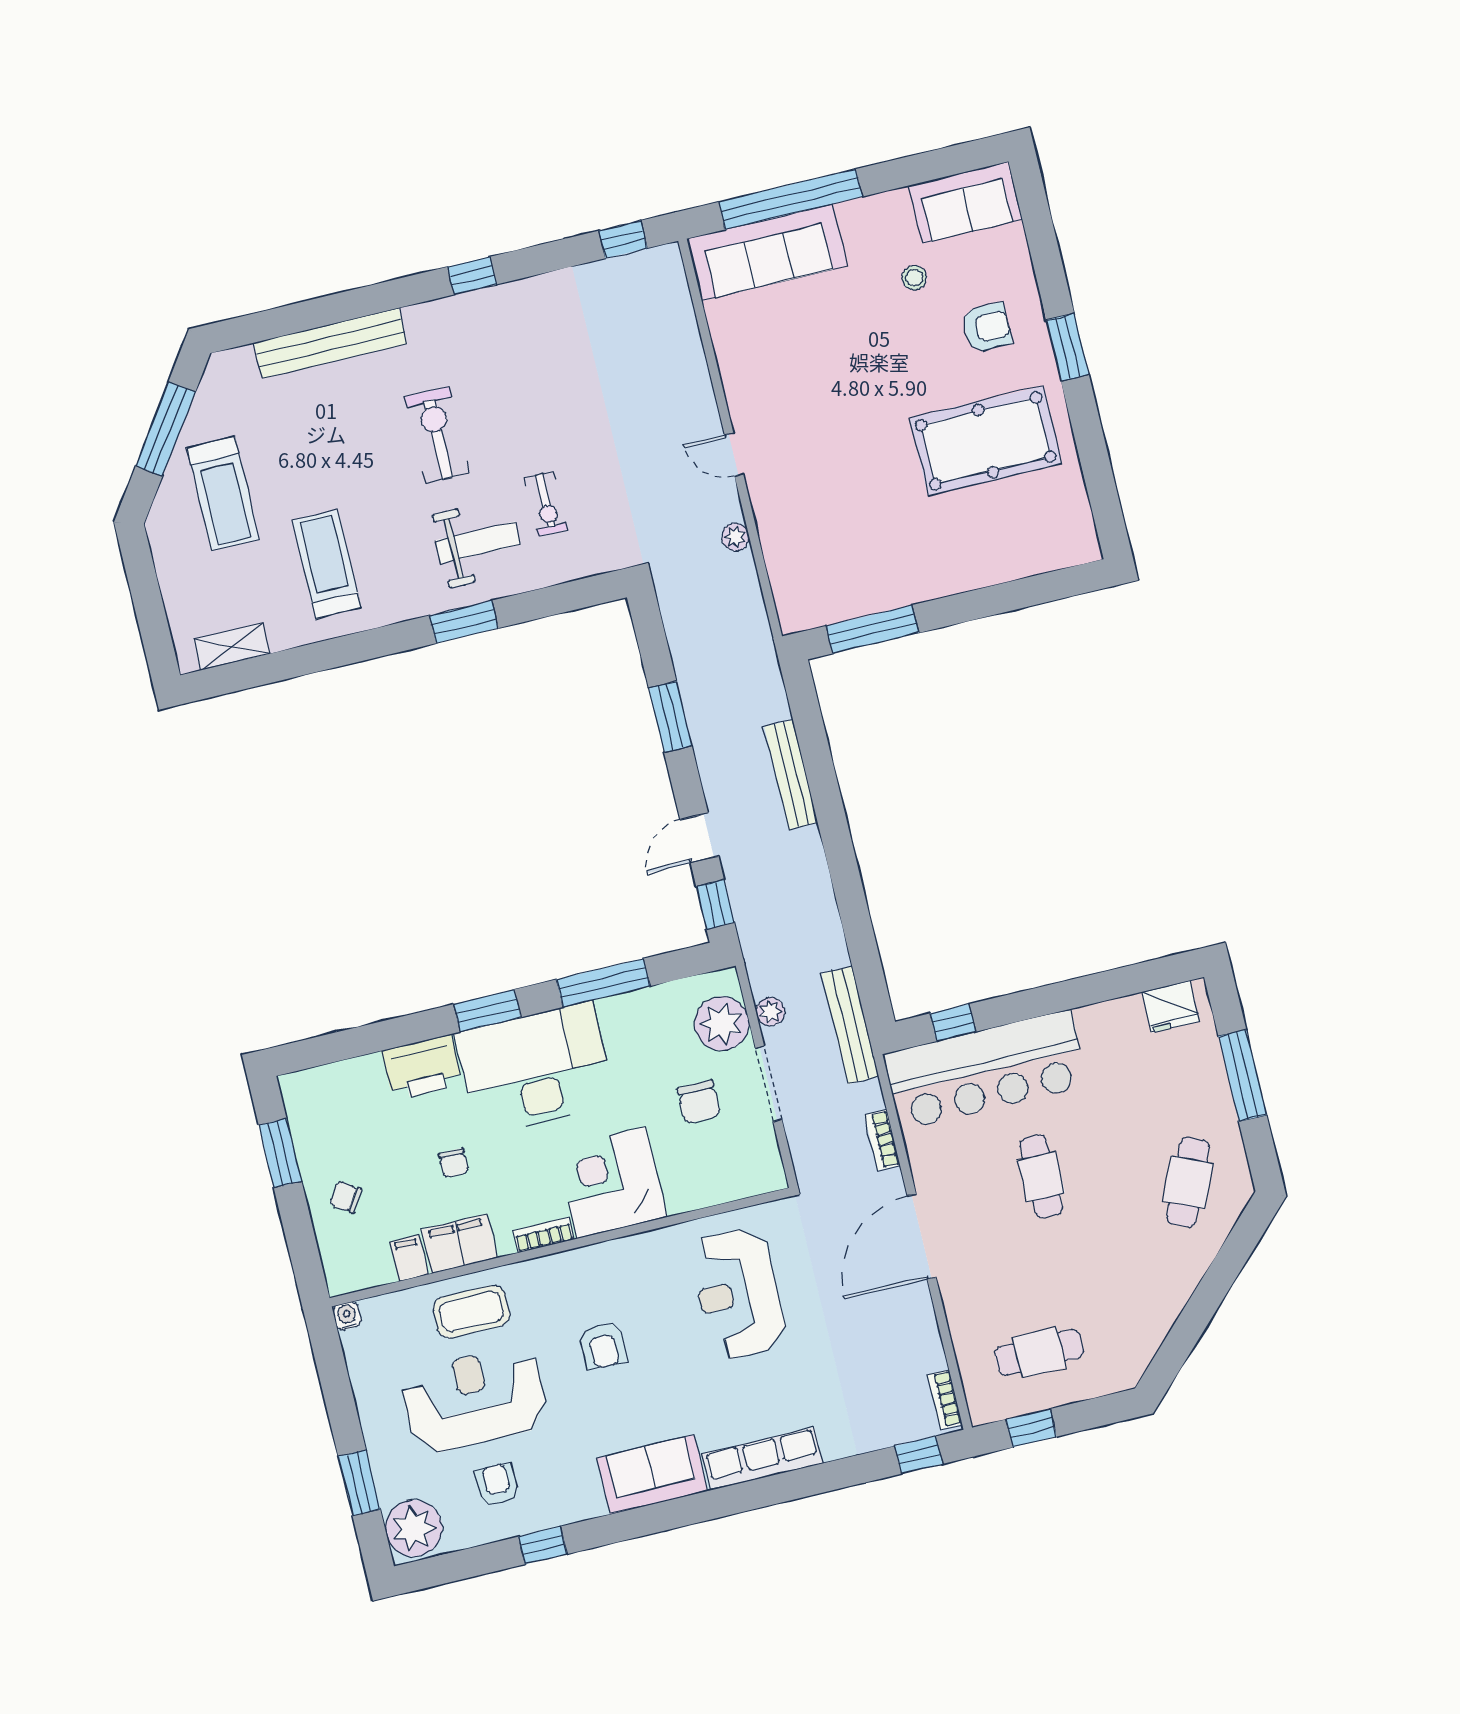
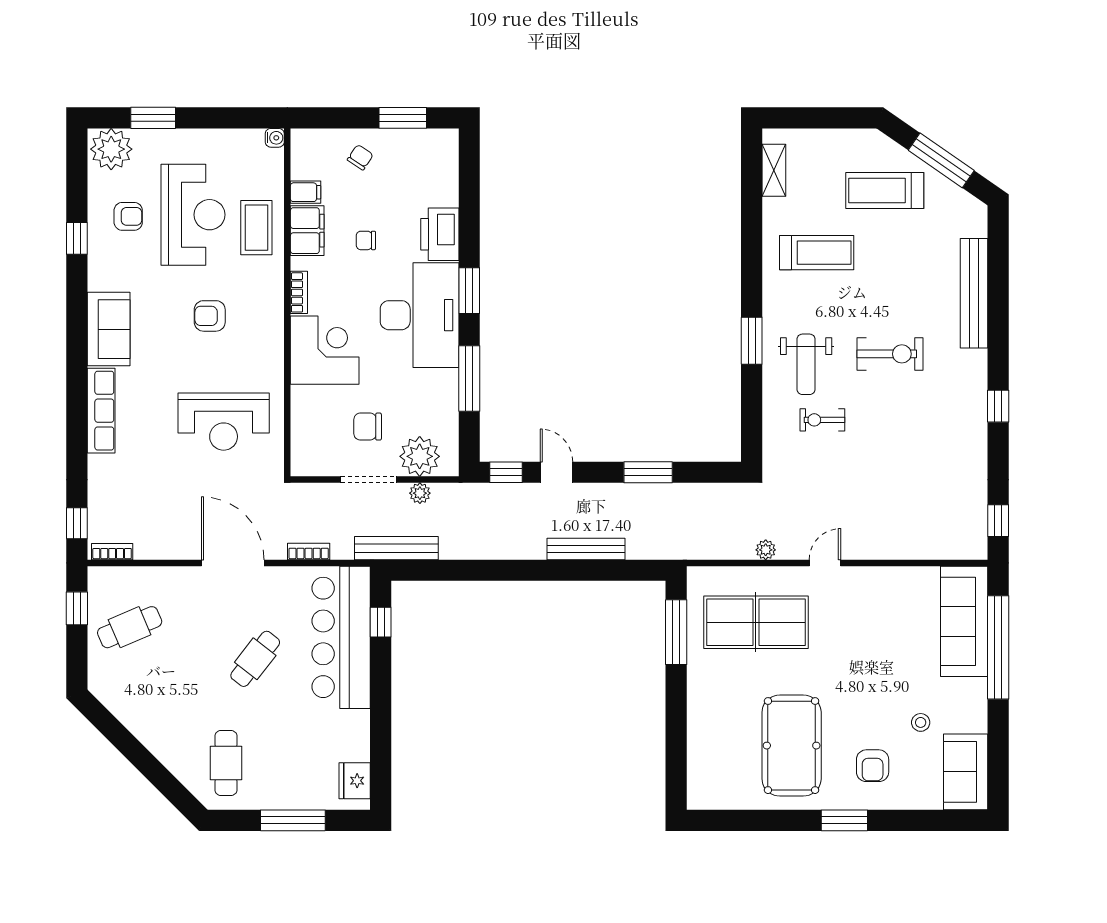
table tennis table: (834, 527) -> (756, 622), added
cafe table: (1041, 1177) -> (255, 659), turned -52
cafe table: (1188, 1182) -> (226, 763), turned 66
reception desk: (738, 1294) -> (224, 422), turned 180
cafe table: (1039, 1352) -> (130, 627), turned 67

